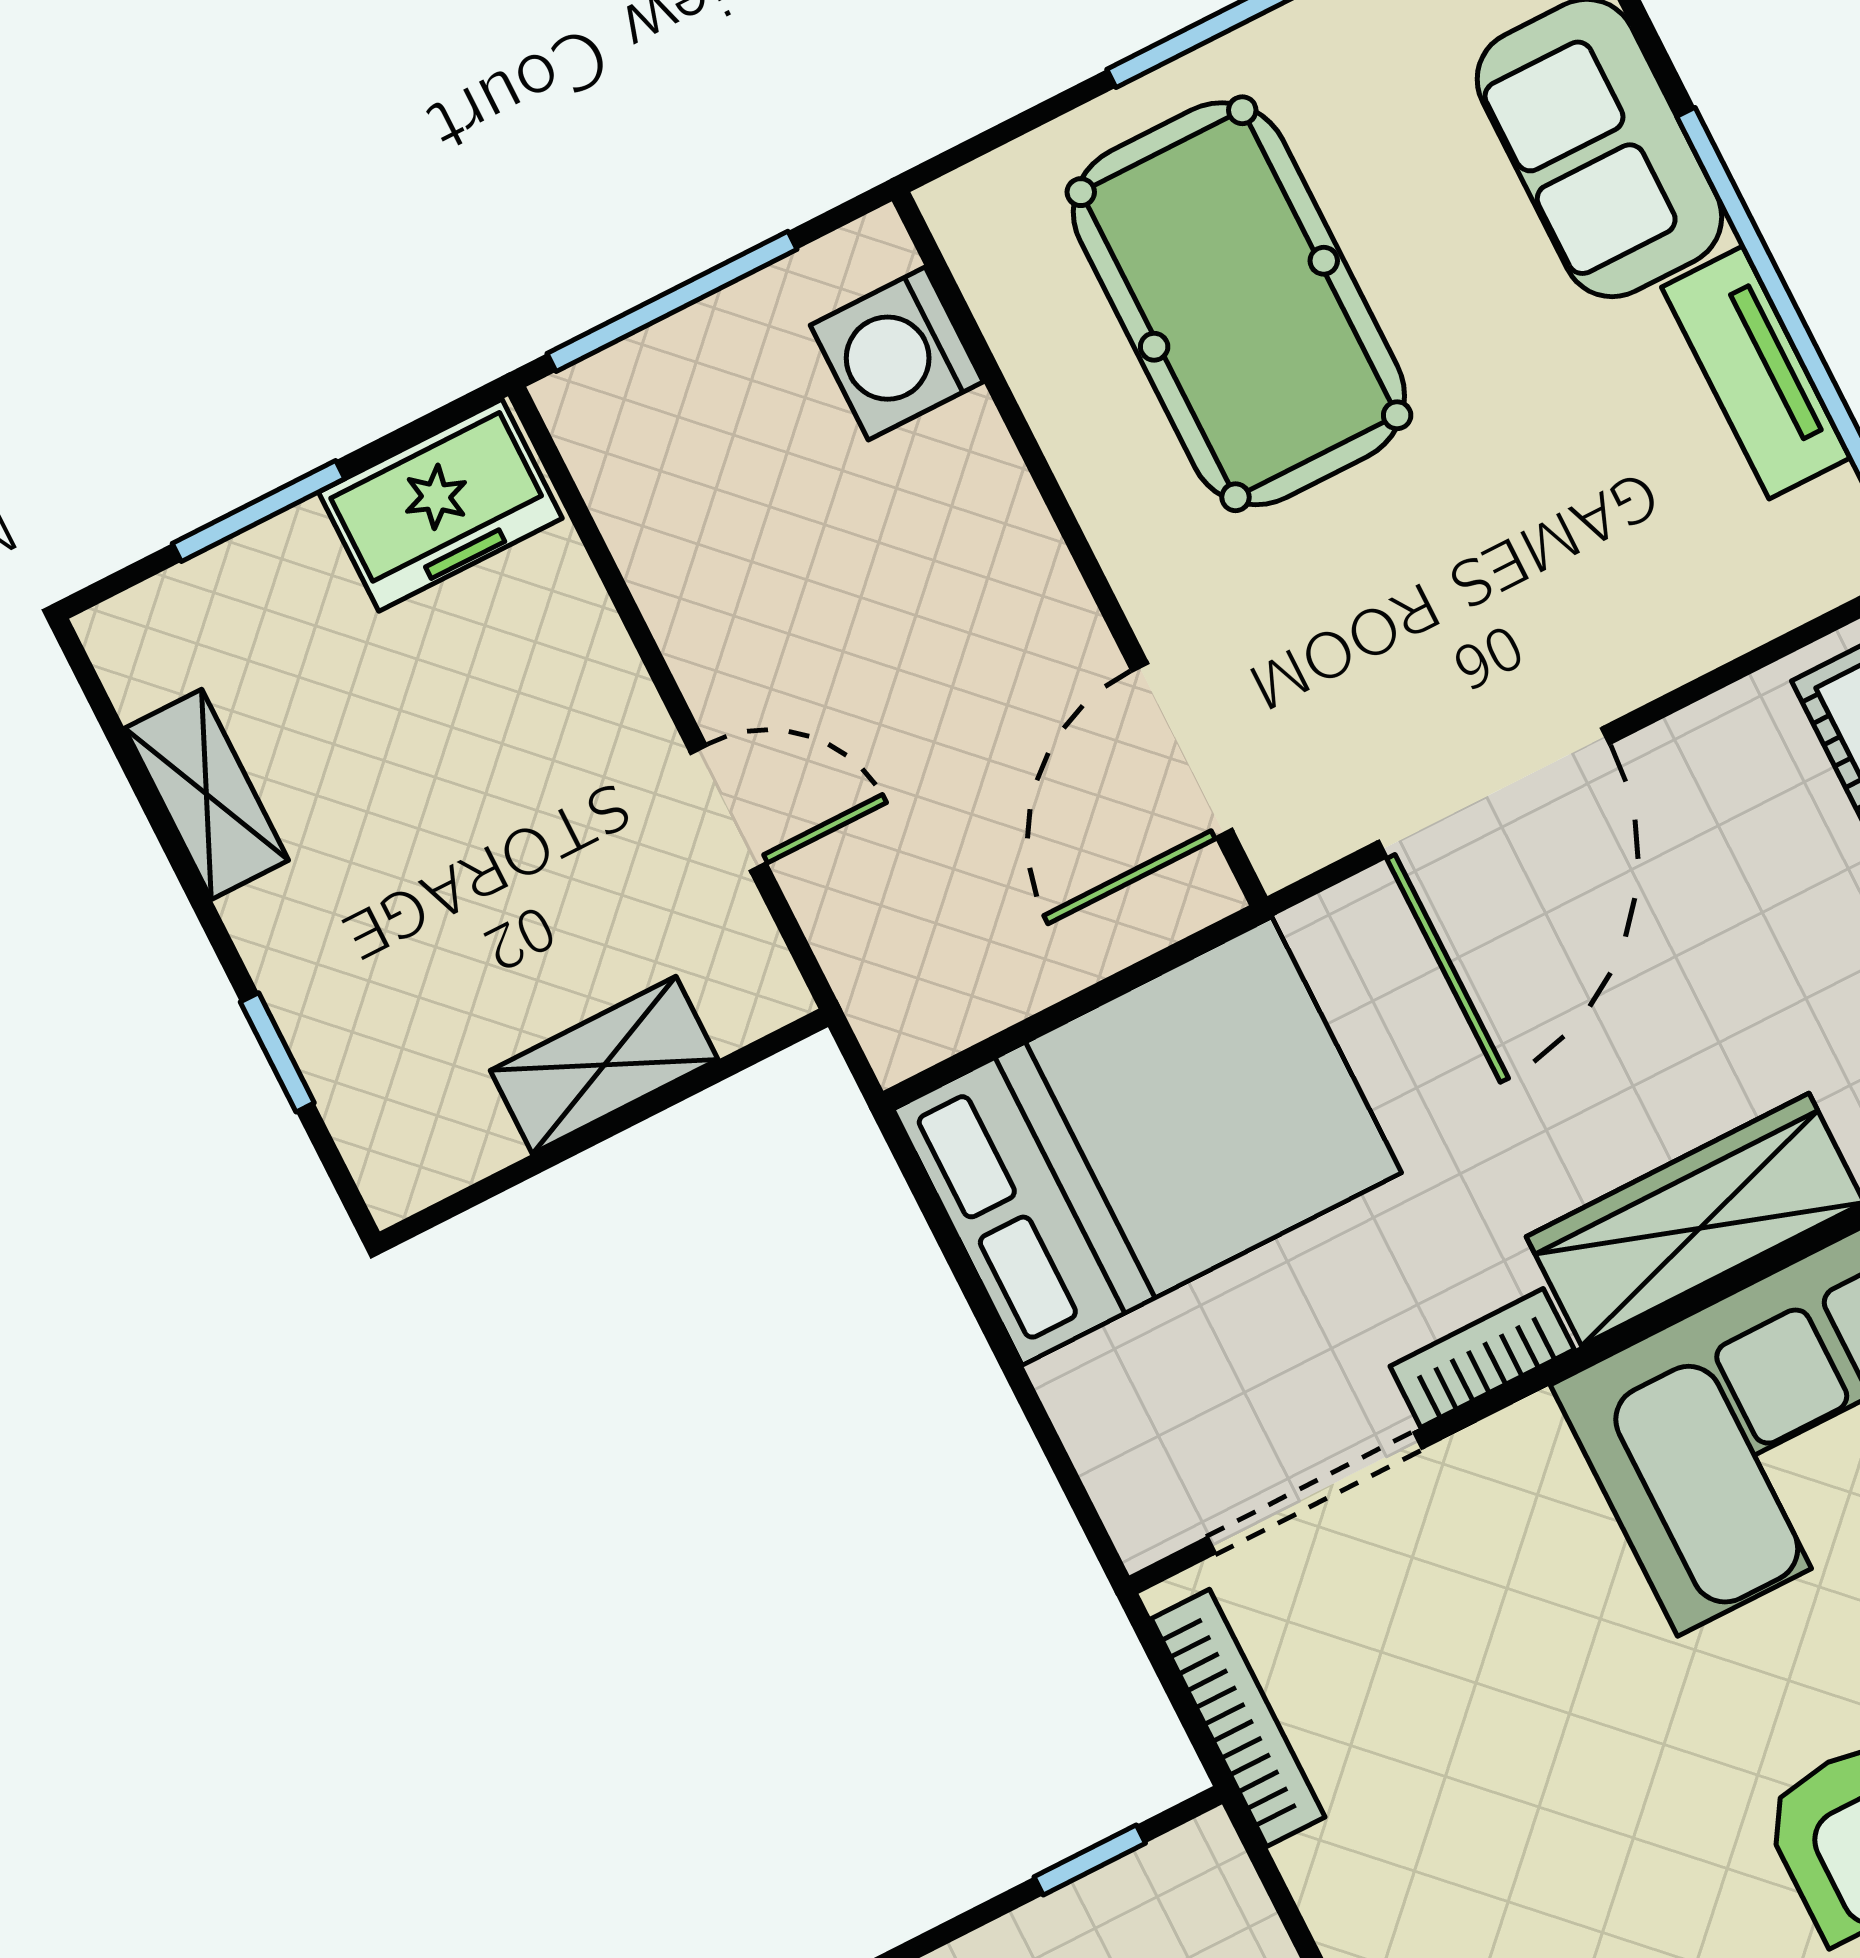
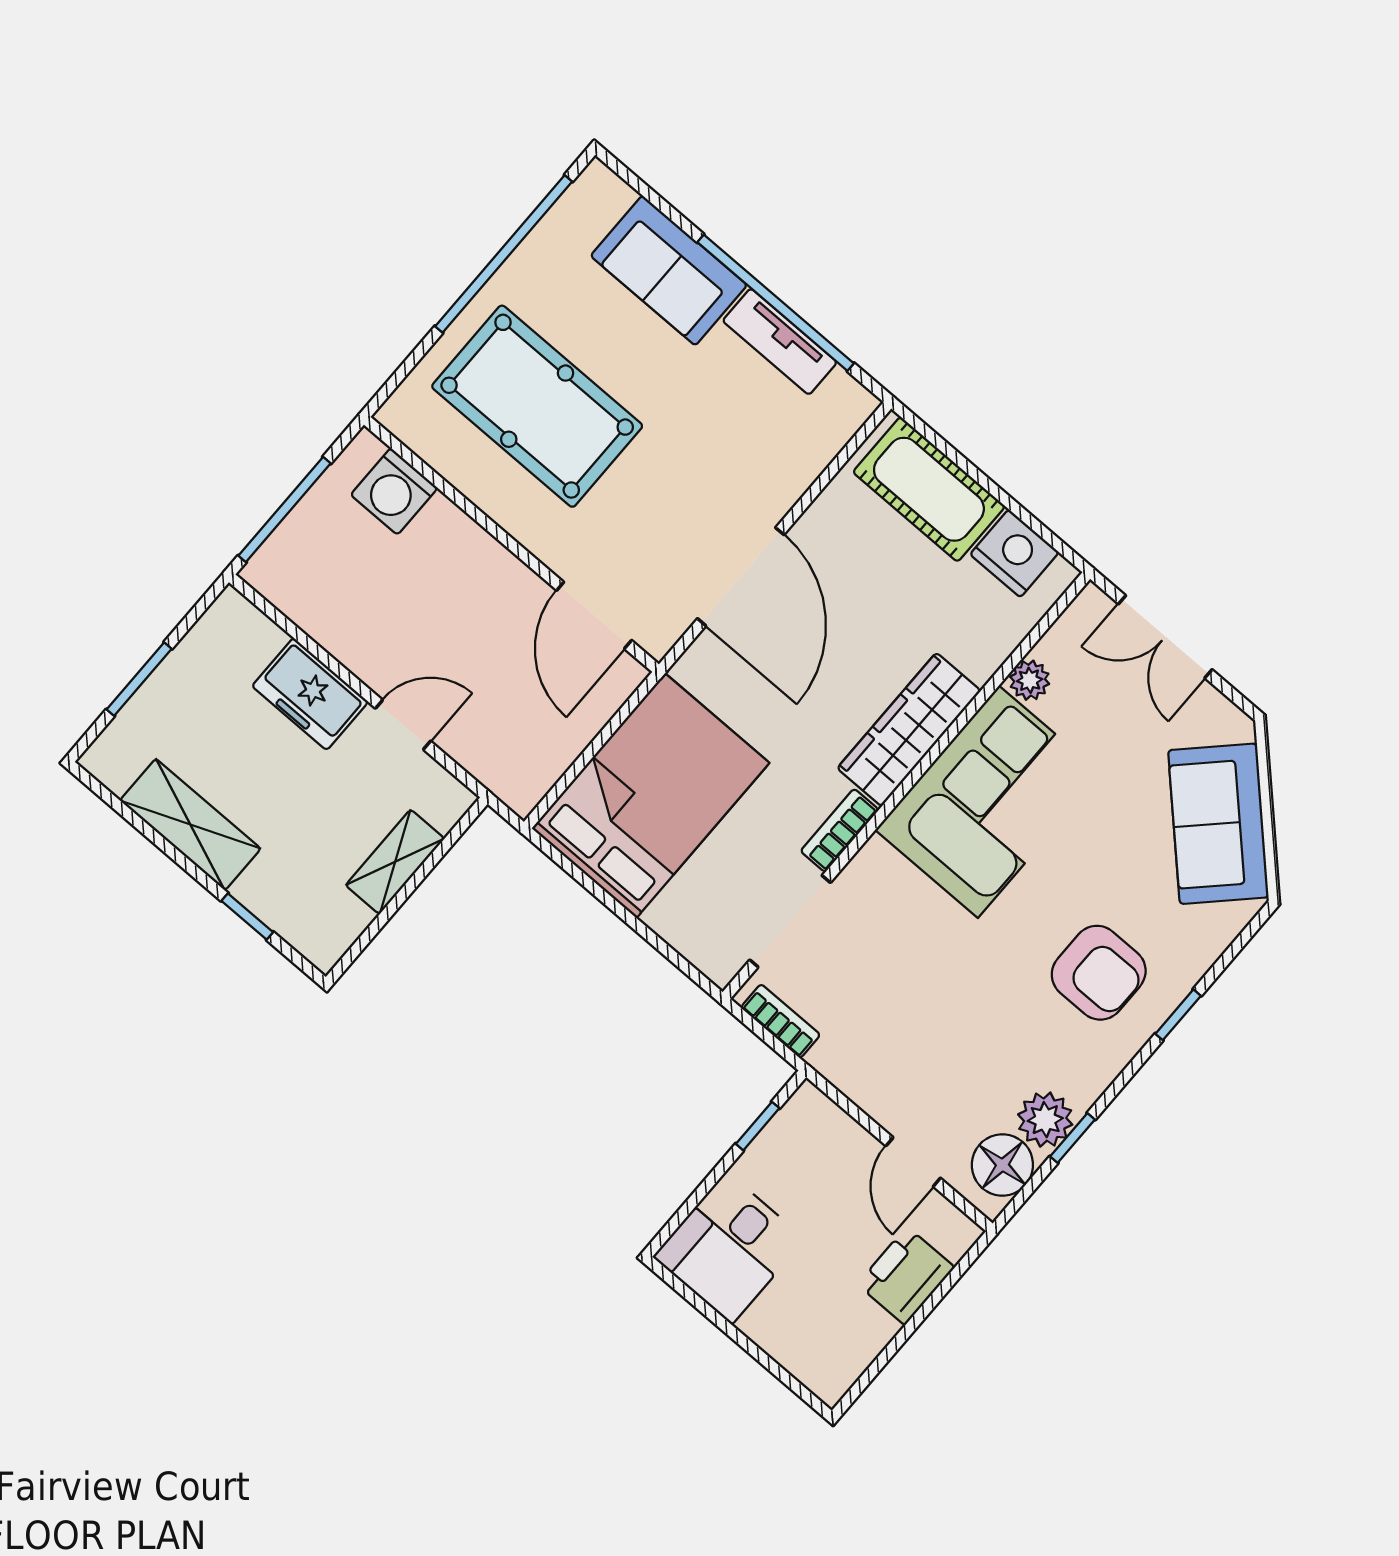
freezer: (440, 505) -> (310, 694), moved, turned 90
shelving: (206, 794) -> (190, 824), width x1.50, depth x1.33
bookcase: (1238, 1718) -> (781, 1021), width x0.64

